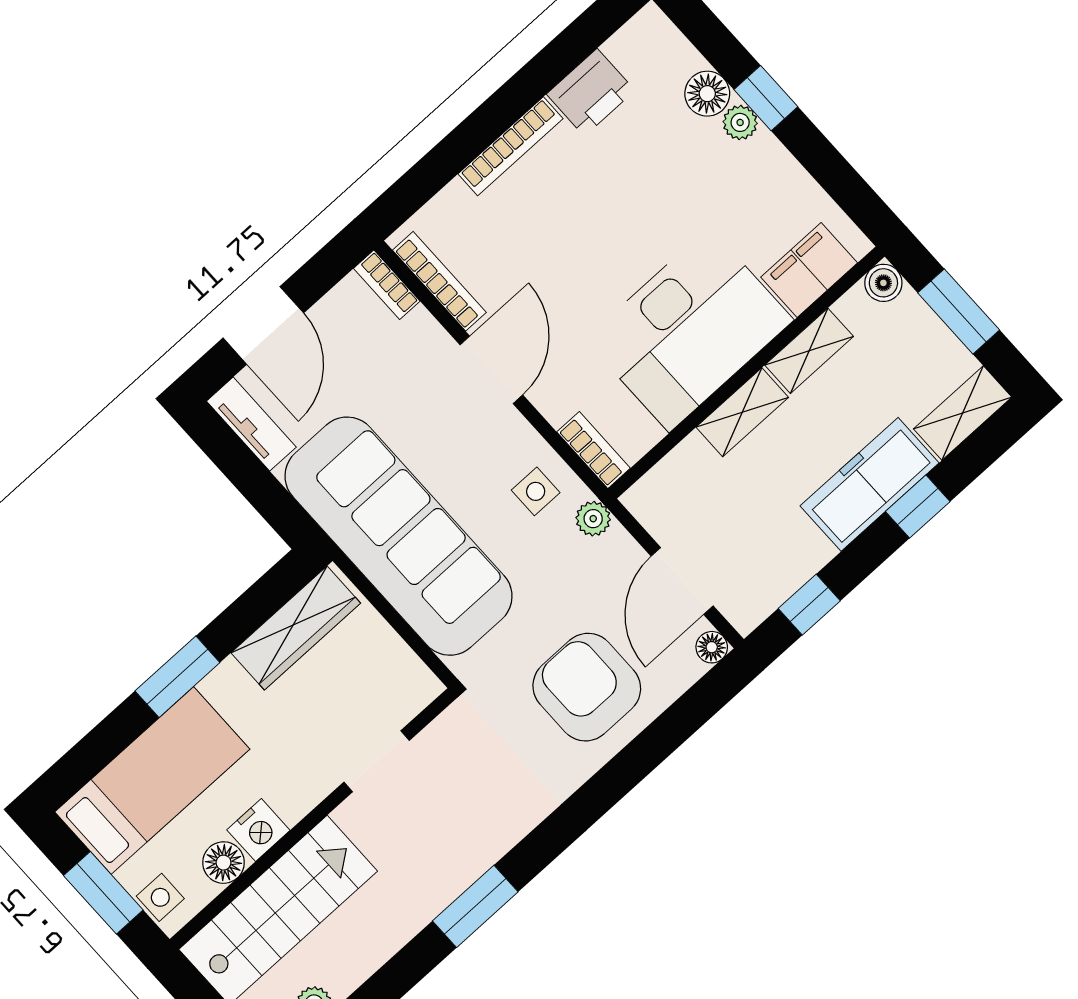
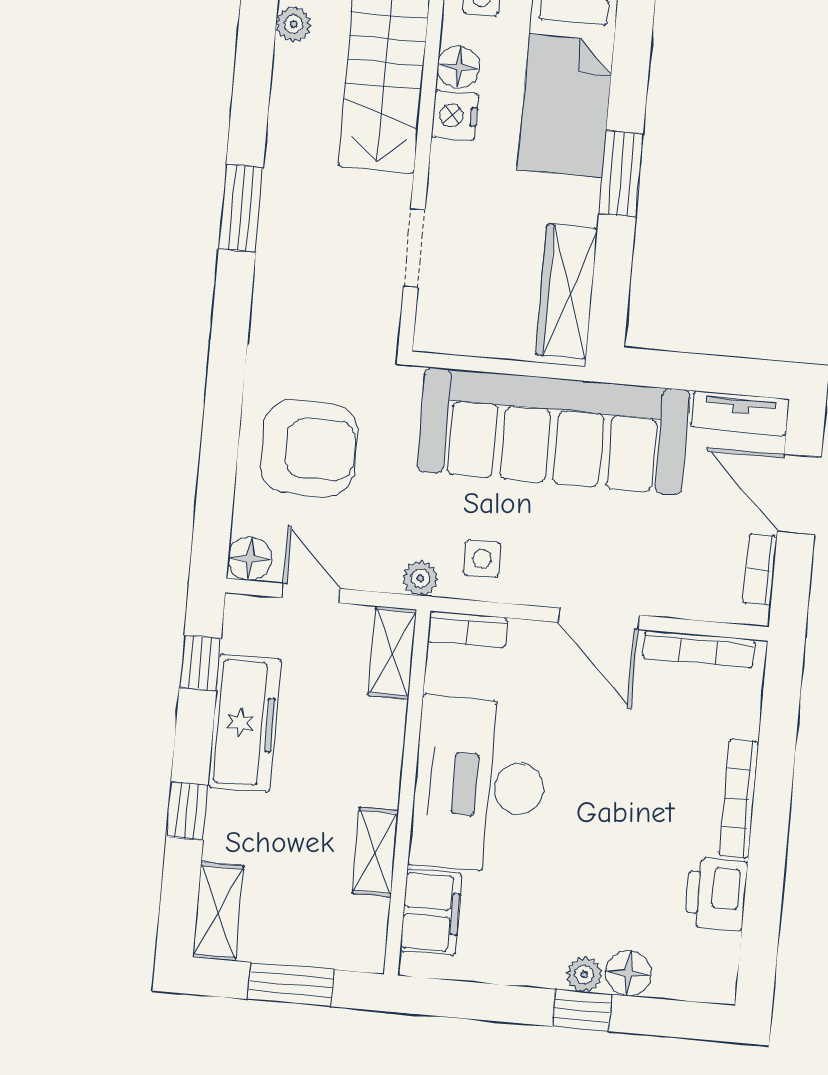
boiler: (883, 283) -> (367, 954), removed
bookcase: (387, 285) -> (760, 569), moved, turned -90
shelving: (742, 412) -> (392, 652), moved
freezer: (870, 484) -> (245, 723), moved
door: (682, 581) -> (311, 593), width x0.73
floor lamp: (712, 647) -> (250, 559), width x1.37, depth x1.37

